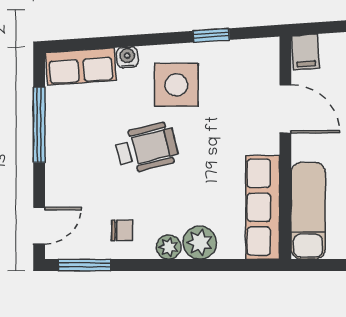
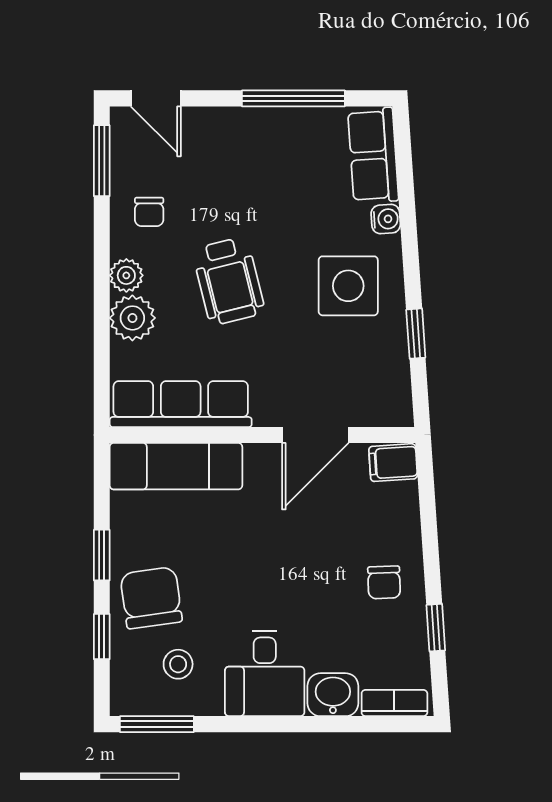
wheelchair: (147, 148) -> (229, 281), moved

